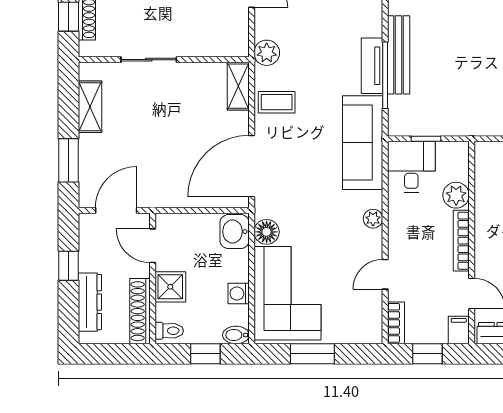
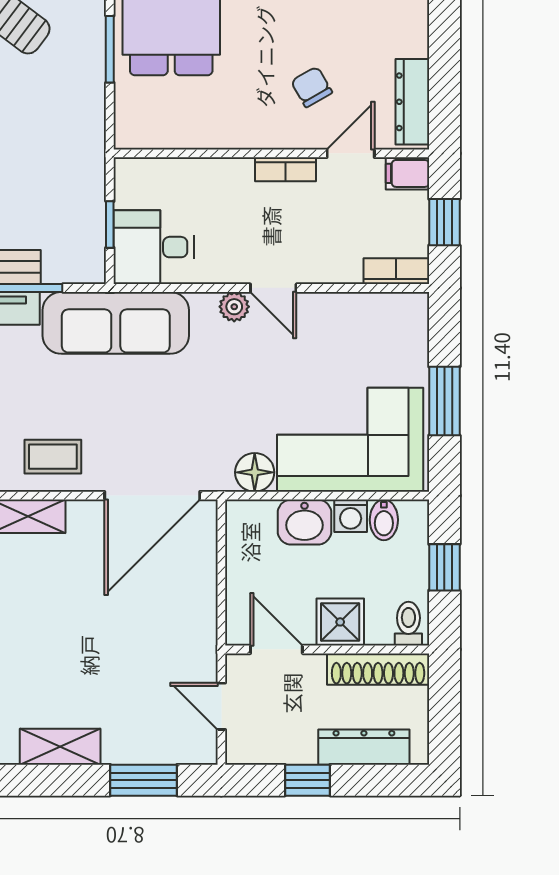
coffee table: (277, 102) -> (53, 457), turned 90
door: (252, 166) -> (152, 496), hinge flipped
plant: (456, 195) -> (198, 178), removed
door: (116, 210) -> (221, 706), width x0.73
washbasin: (235, 232) -> (304, 522), moved
bookcase: (461, 241) -> (285, 169), width x0.64
door: (153, 246) -> (276, 649), swing flipped
door: (385, 274) -> (273, 288), moved
bidet: (236, 335) -> (384, 520), moved

